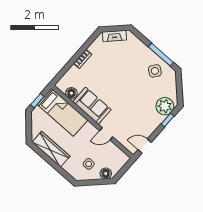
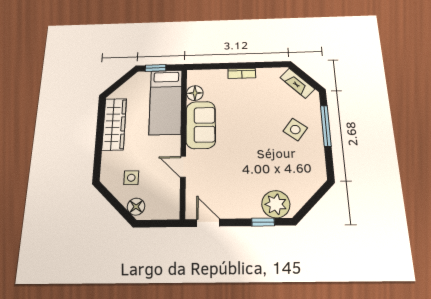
window: (161, 55) -> (326, 126), moved
side table: (155, 71) -> (295, 130), moved

